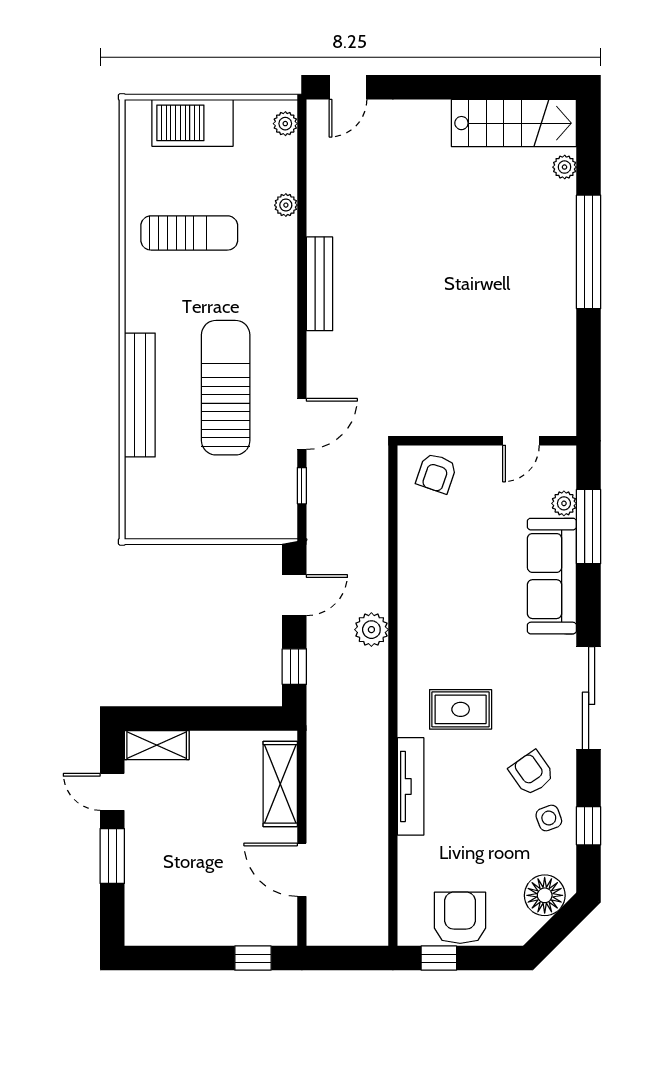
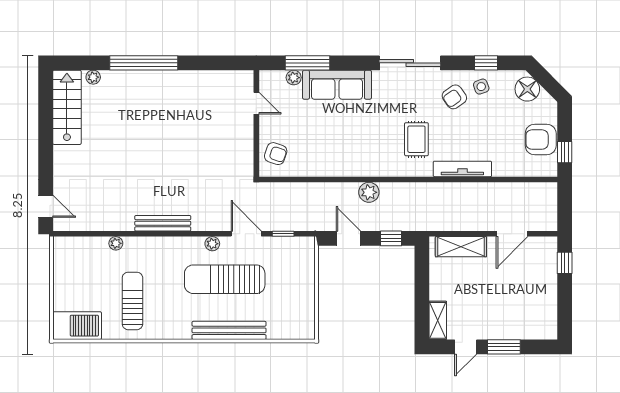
barbecue: (193, 123) -> (77, 326), moved, turned -90
plant: (285, 124) -> (212, 244), moved

